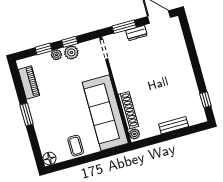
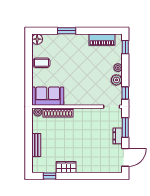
window: (70, 42) -> (125, 93), moved
window: (44, 49) -> (125, 47), moved
wardrobe: (190, 83) -> (66, 167), added
sofa: (105, 113) -> (48, 96), width x0.54, depth x0.79
window: (27, 114) -> (67, 31), moved

